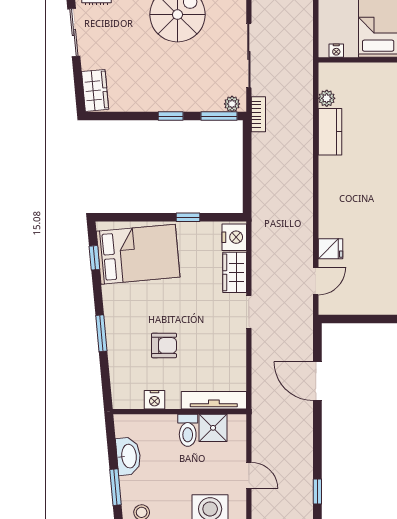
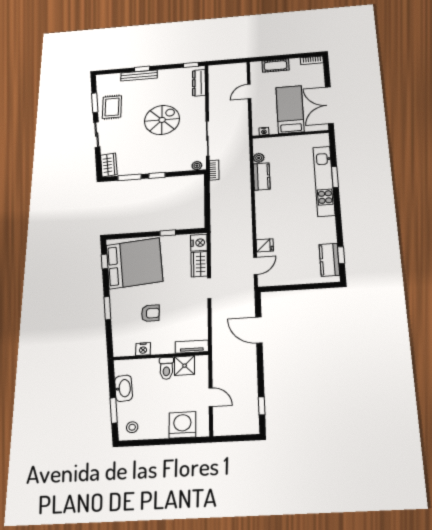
window: (219, 116) -> (130, 177), moved
bed: (138, 254) -> (134, 263), width x1.36
tv unit: (214, 400) -> (192, 347), width x0.71

